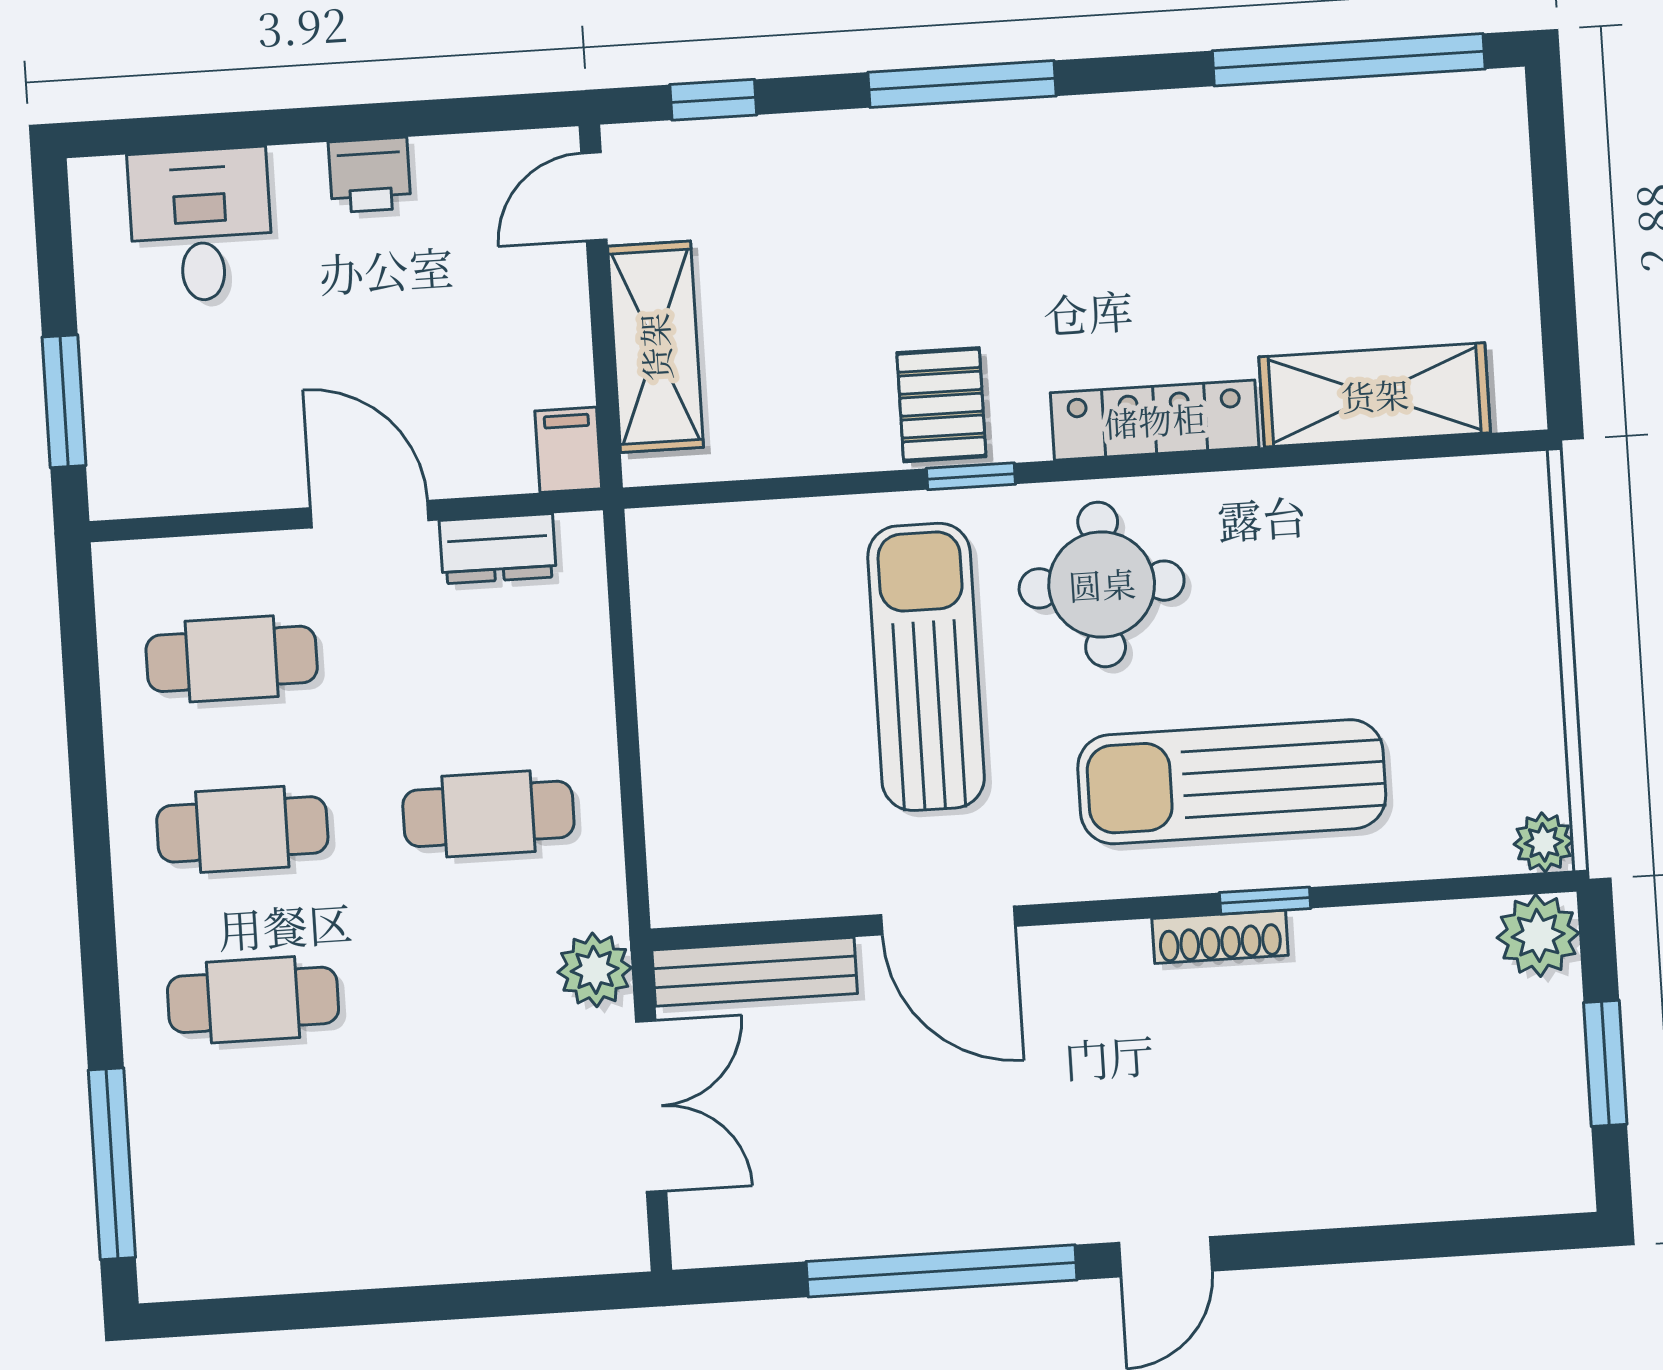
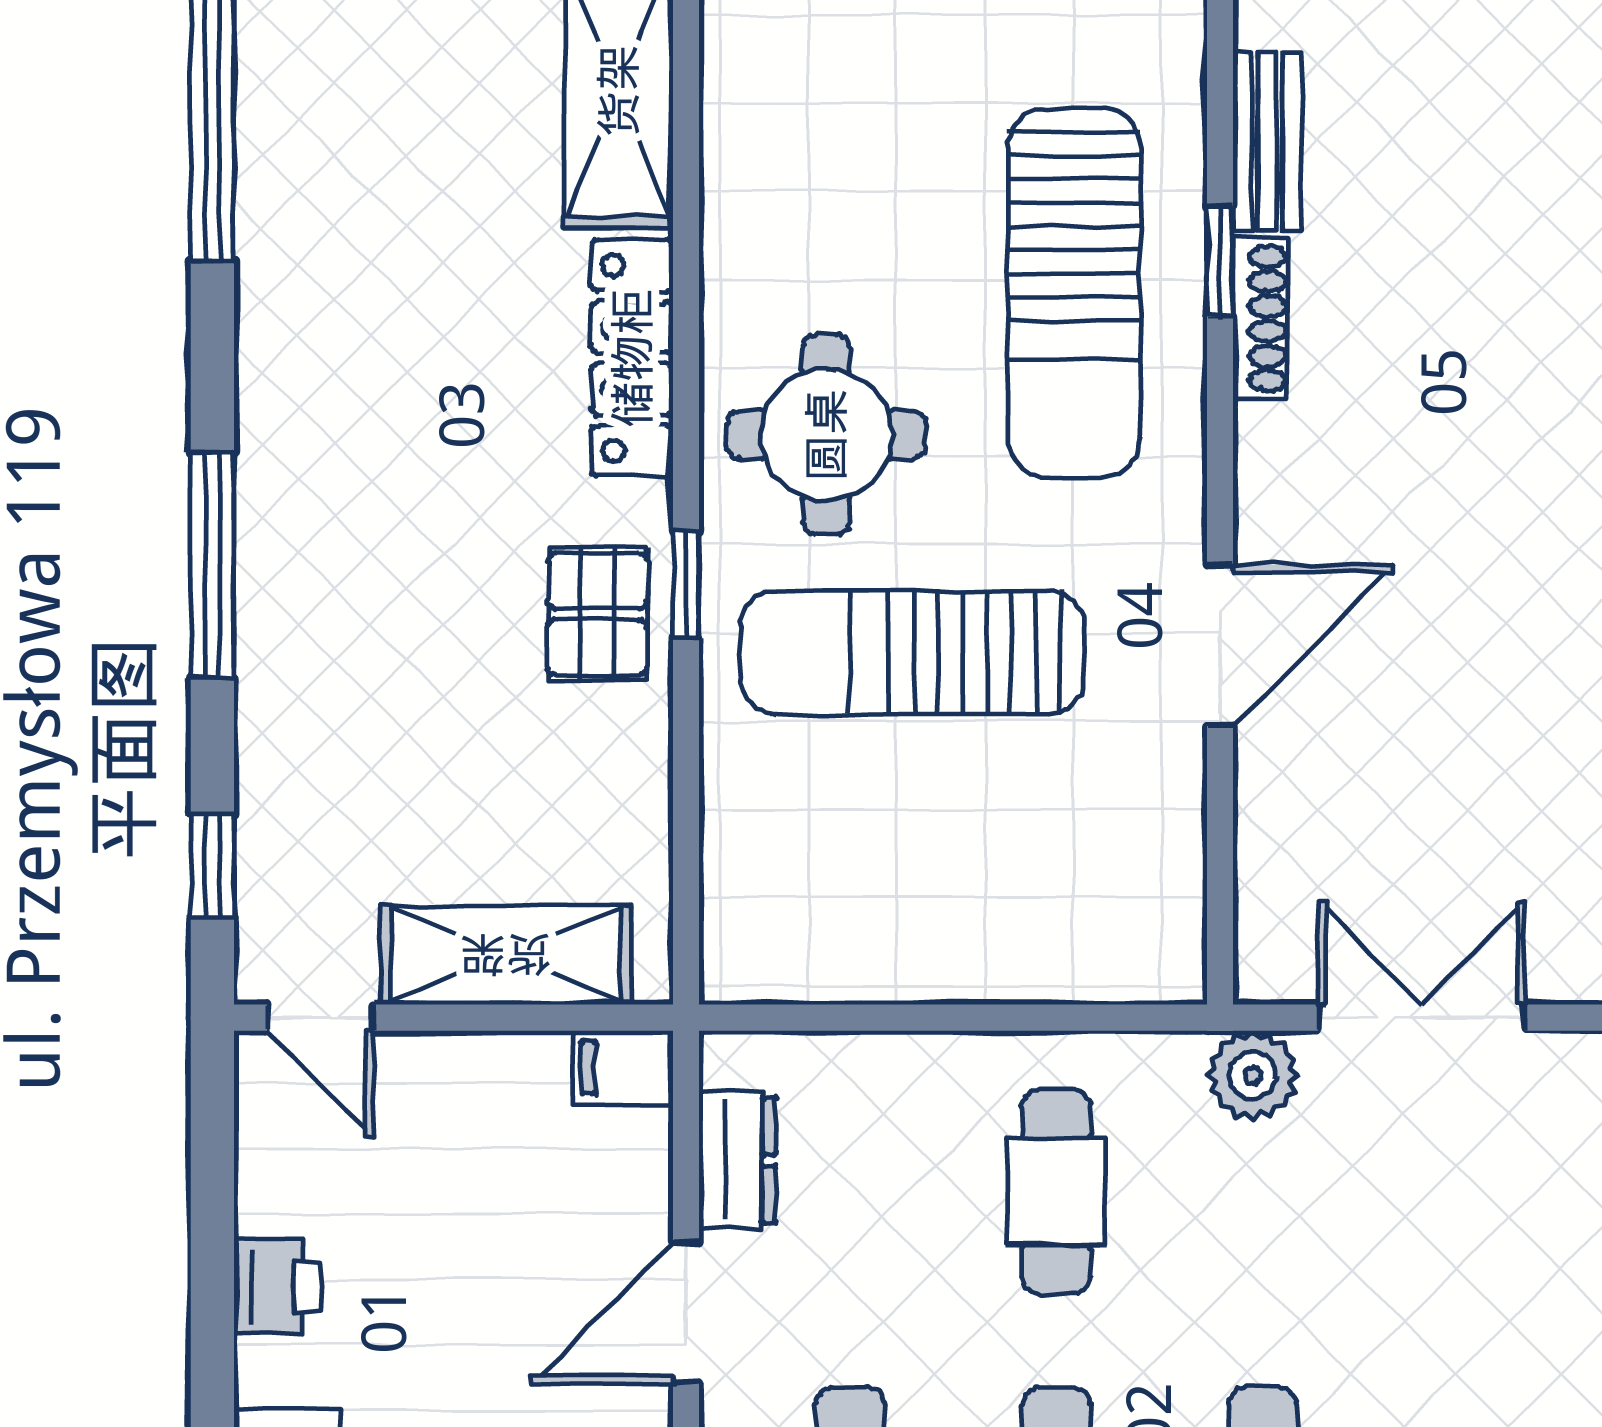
pallet: (941, 405) -> (597, 614), turned 90
bench: (755, 972) -> (1267, 141), moved, width x0.73

